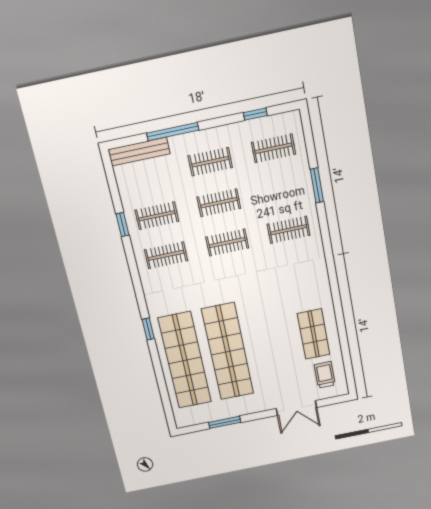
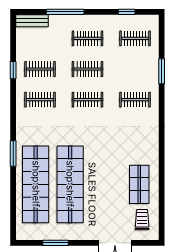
bench: (139, 152) -> (32, 21), width x0.73
window: (148, 329) -> (13, 153), width x1.50

